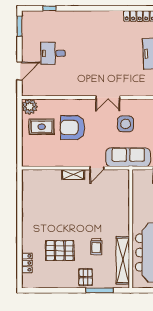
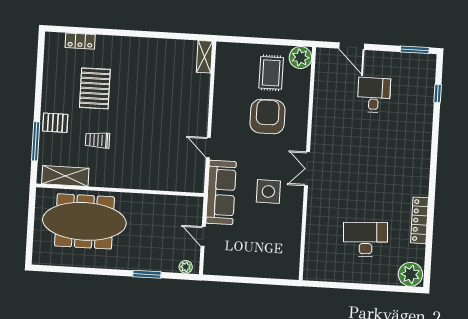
shelving: (73, 174) -> (204, 57), moved
shelving: (123, 260) -> (65, 176), width x0.68

